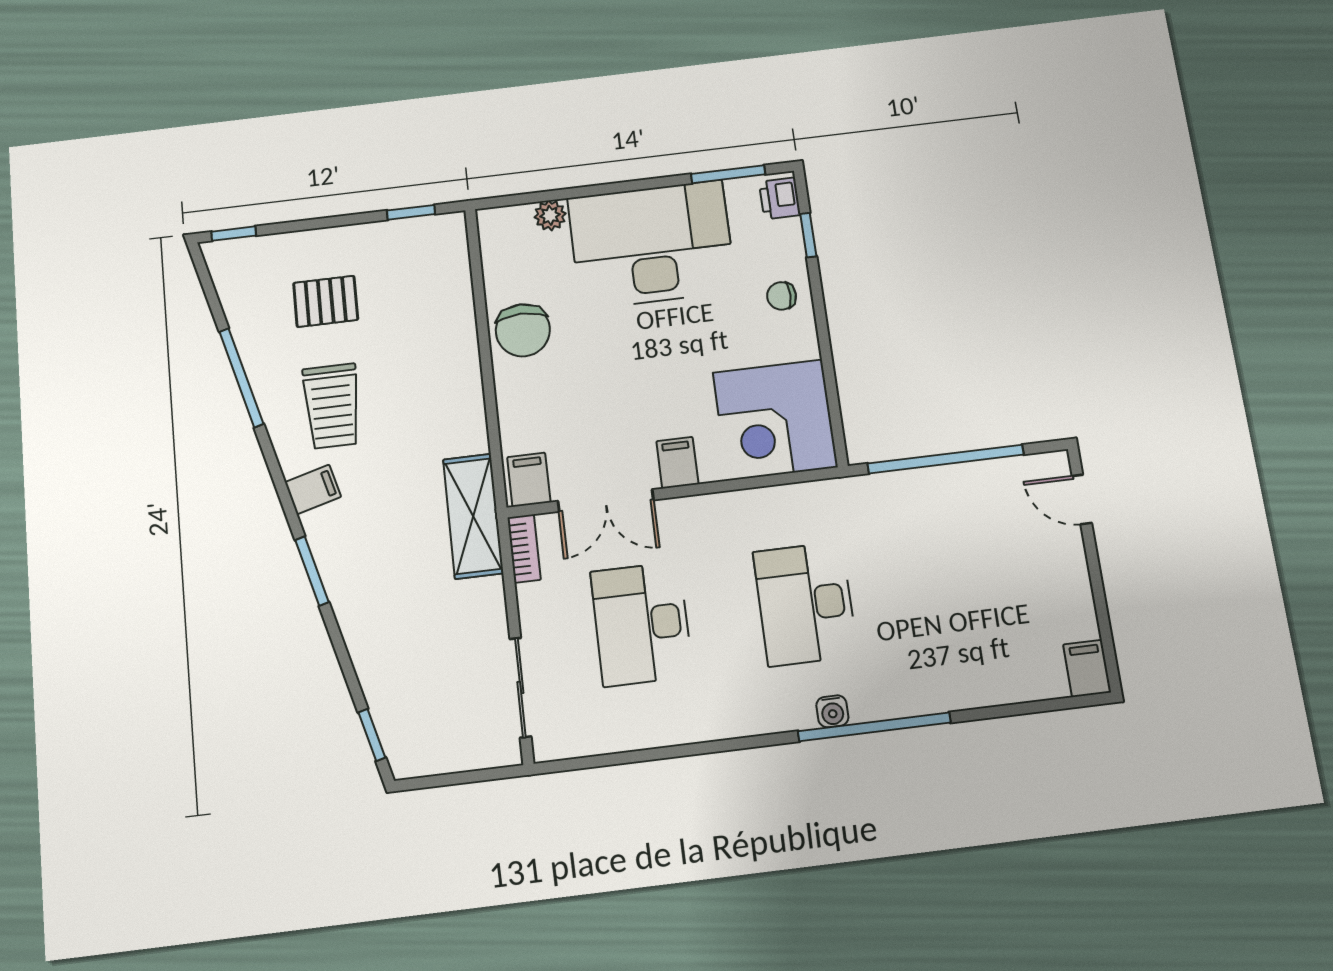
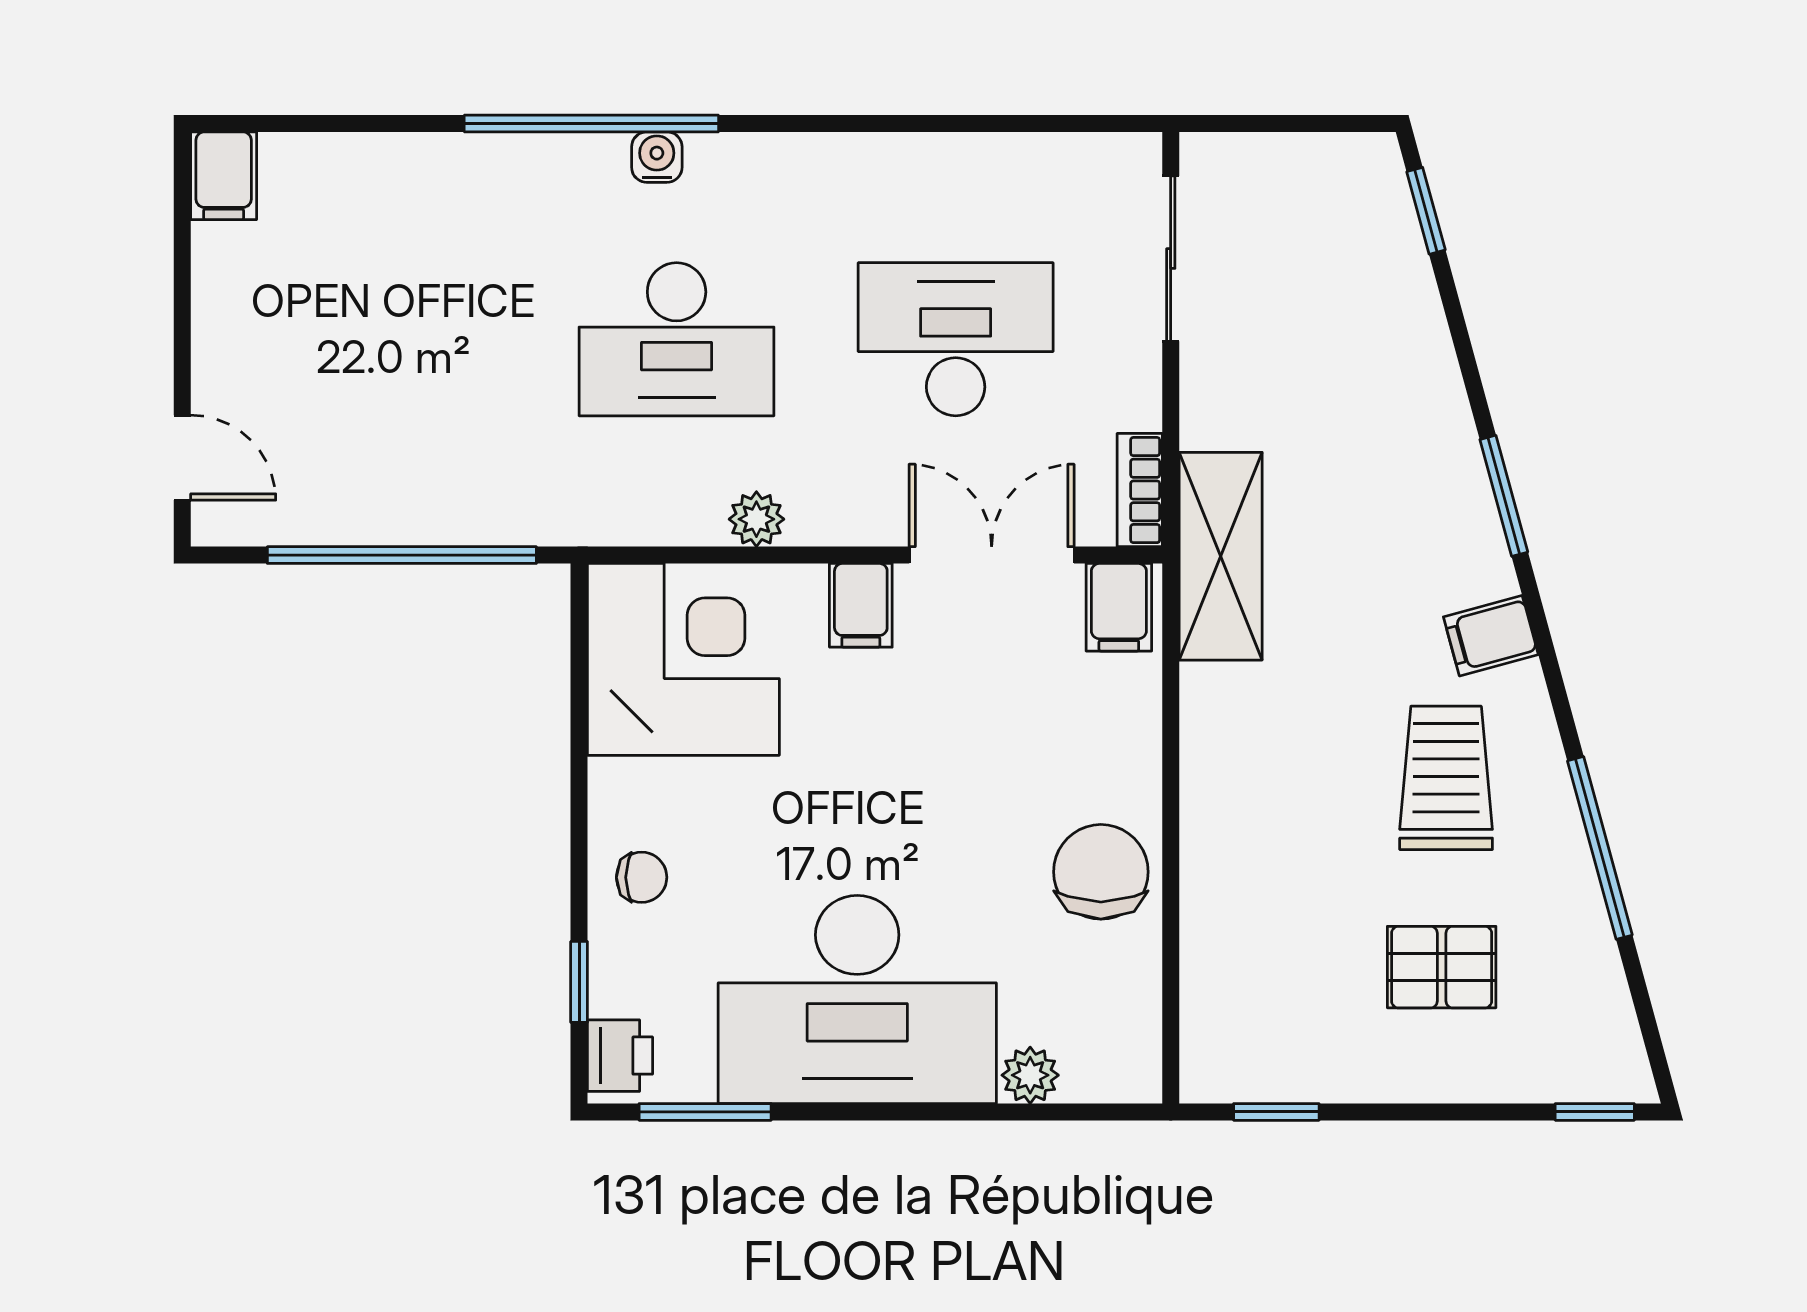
plant: (744, 505) -> (756, 519), added
desk: (805, 604) -> (677, 339), turned 90
desk: (642, 624) -> (956, 339), turned -90

